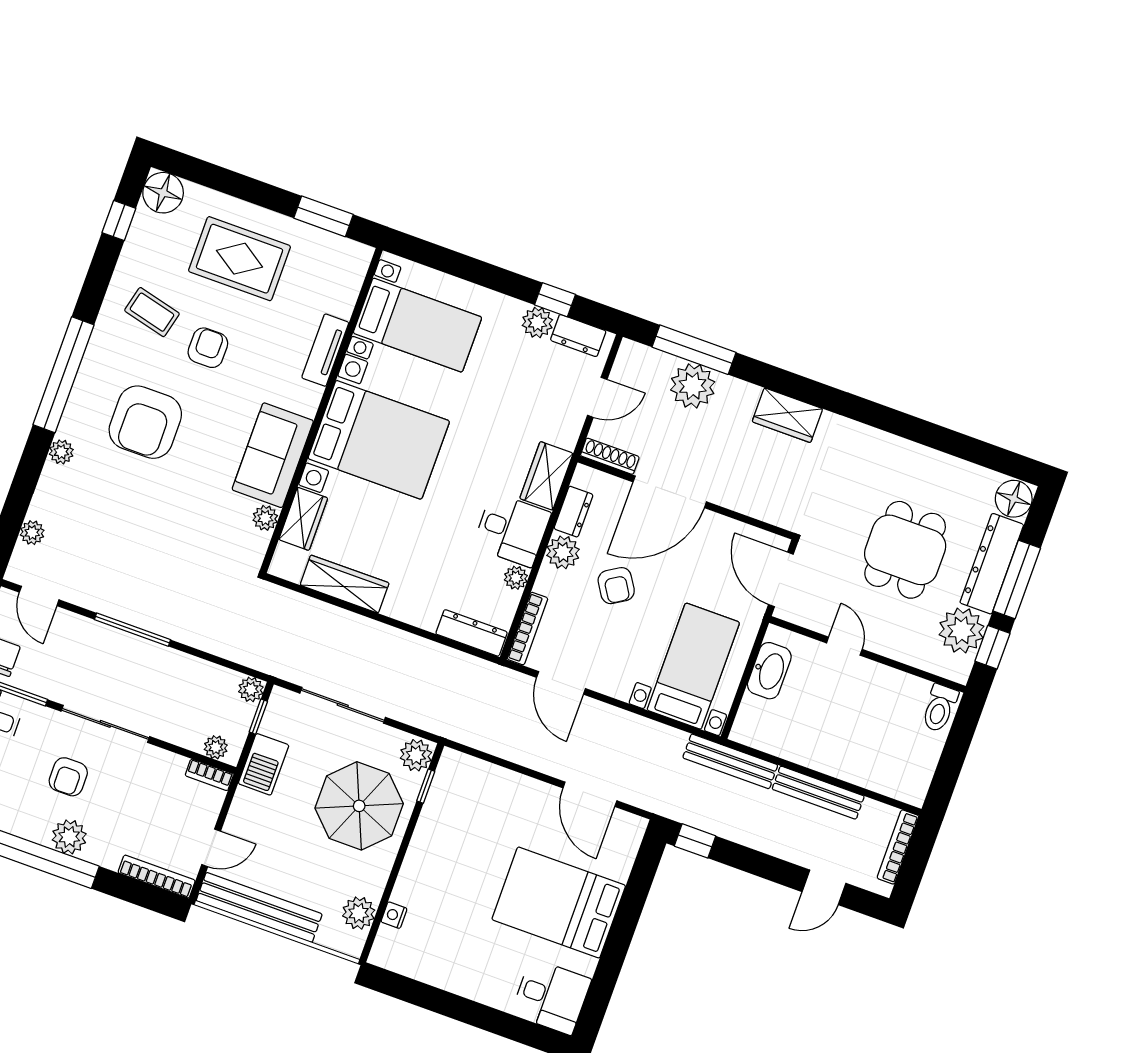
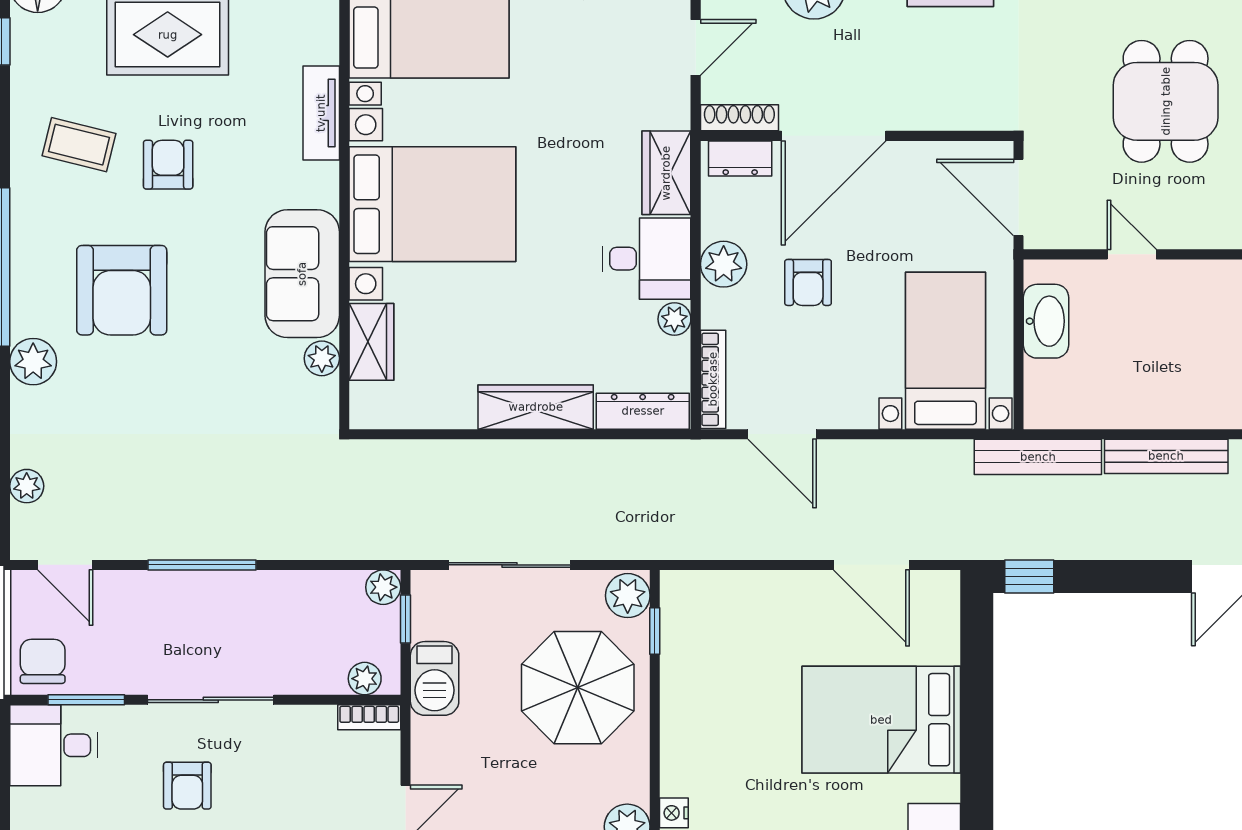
plant: (61, 452) -> (33, 362), width x1.38, depth x1.38
dresser: (573, 512) -> (740, 158), moved, turned 90
wardrobe: (345, 584) -> (536, 407), moved
armchair: (616, 586) -> (808, 282), turned 32

